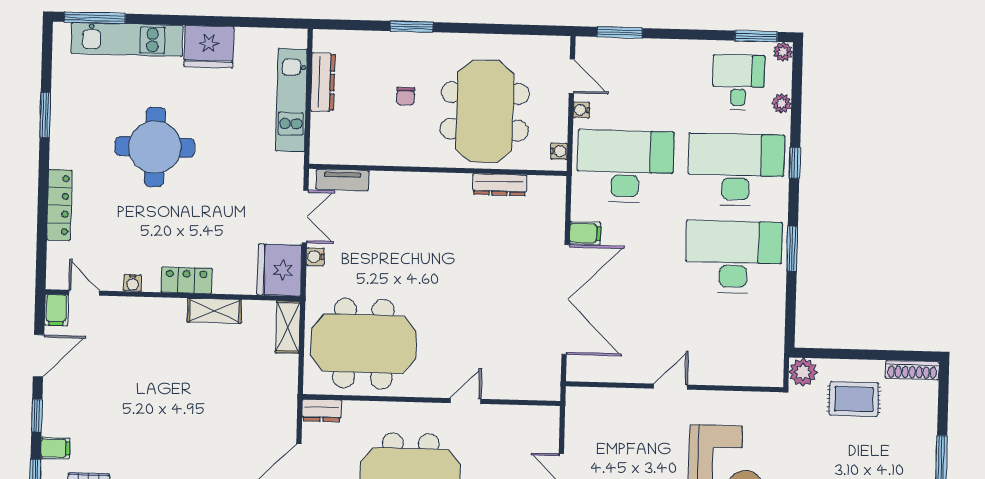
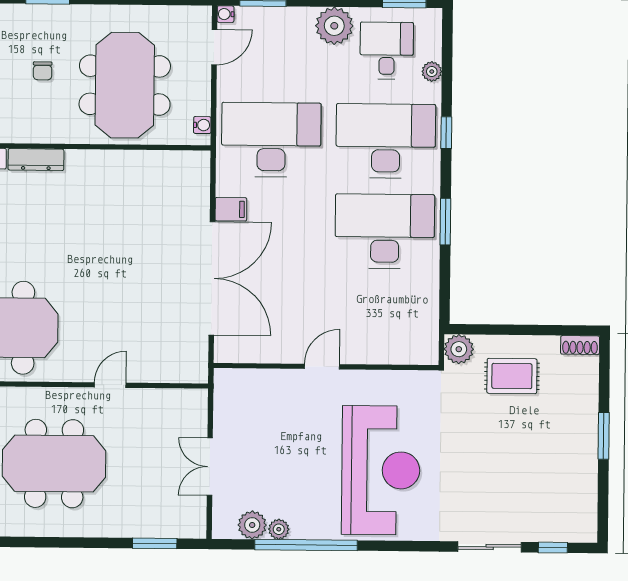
plant: (783, 52) -> (334, 26), moved, width x1.88, depth x1.88
door: (572, 76) -> (214, 47), hinge flipped
water cooler: (581, 110) -> (226, 14), moved
dresser: (500, 185) -> (36, 160), moved
shoe rack: (912, 370) -> (580, 345), width x0.70

